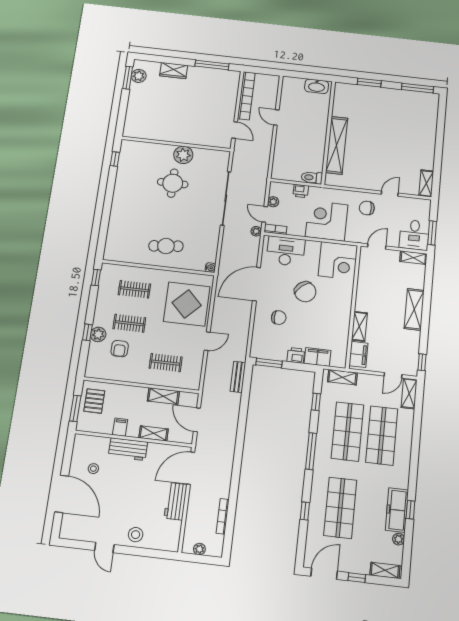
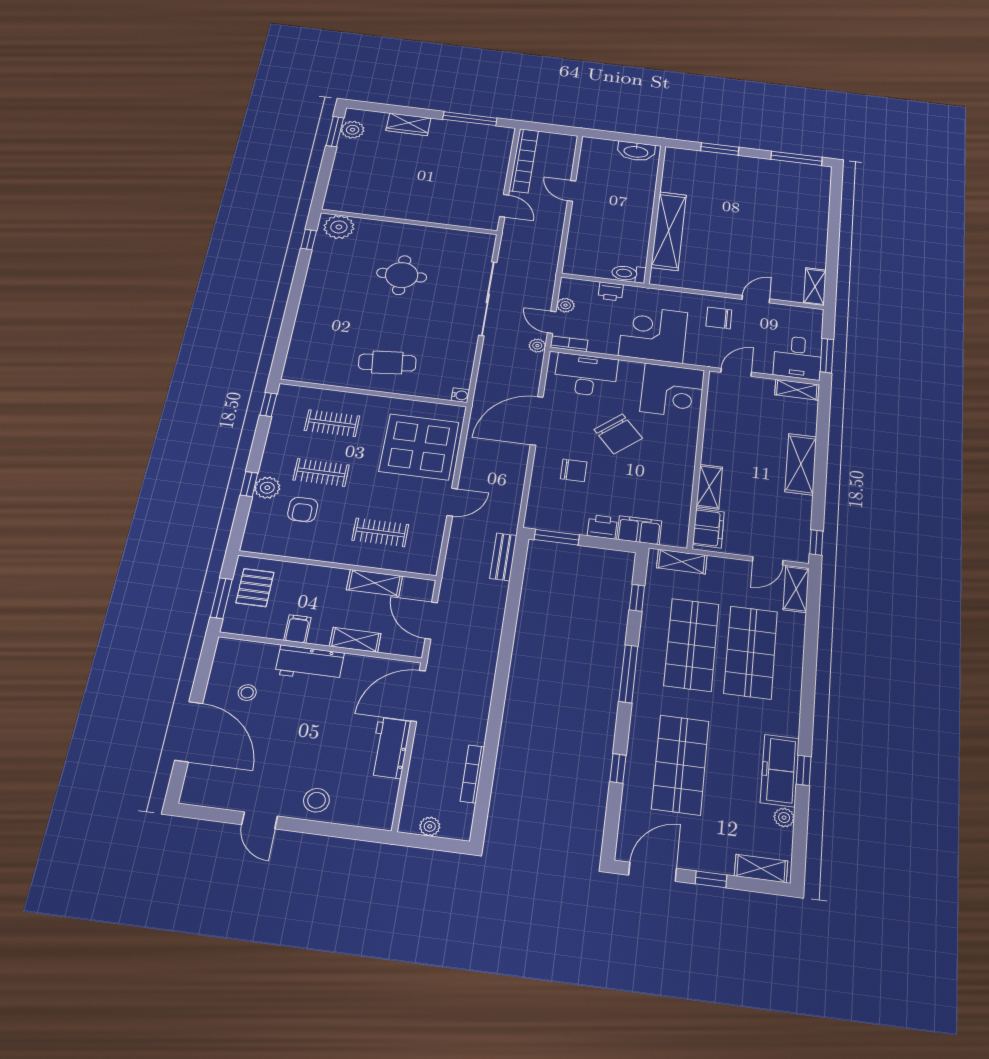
plant: (183, 155) -> (339, 227), moved

